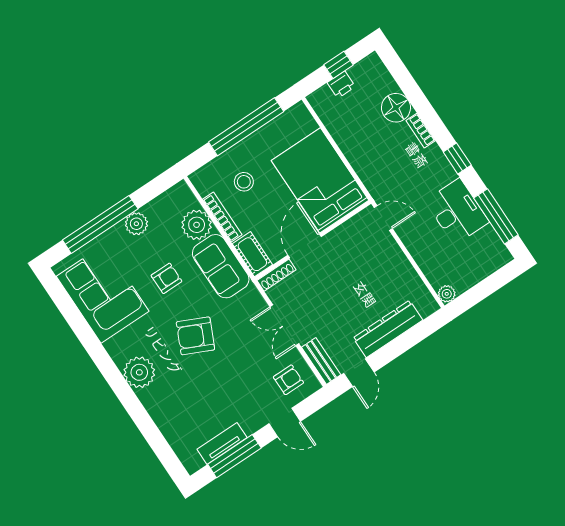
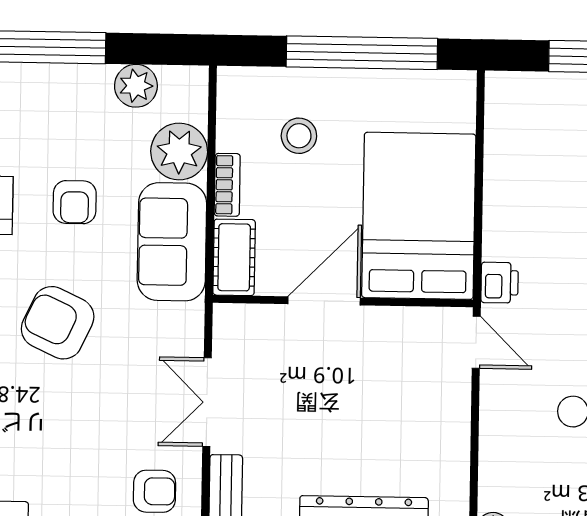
printer: (341, 85) -> (500, 283), moved, turned -90
bookcase: (222, 217) -> (227, 185), width x0.64
plant: (136, 224) -> (136, 86), moved
shoe rack: (276, 275) -> (249, 316), removed
armchair: (166, 278) -> (75, 202), turned 90

